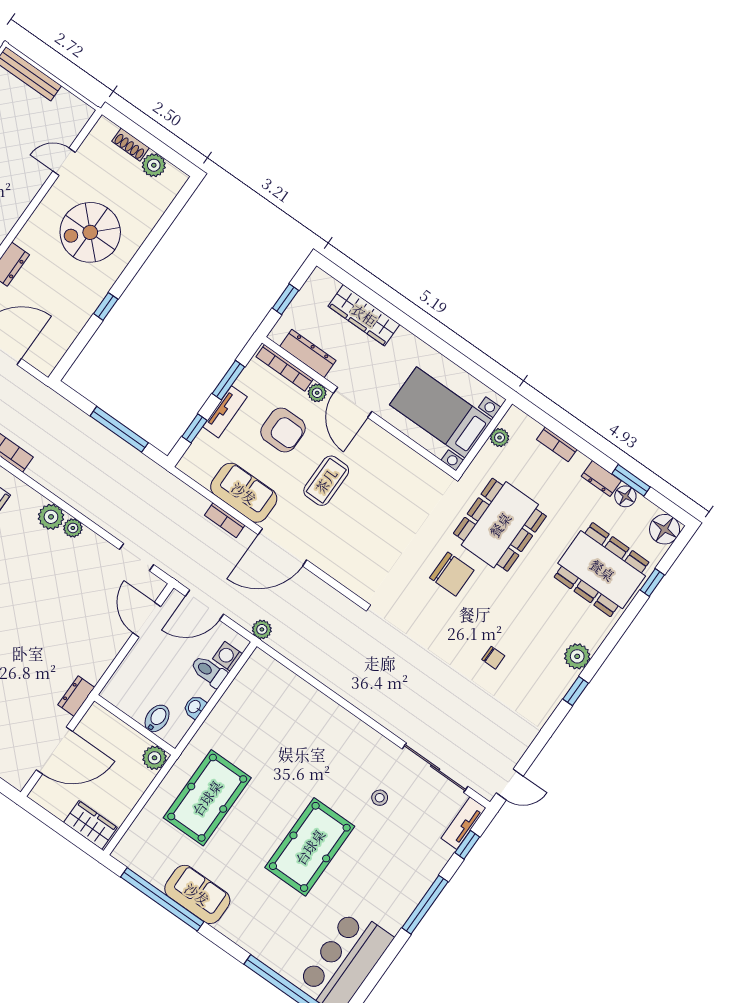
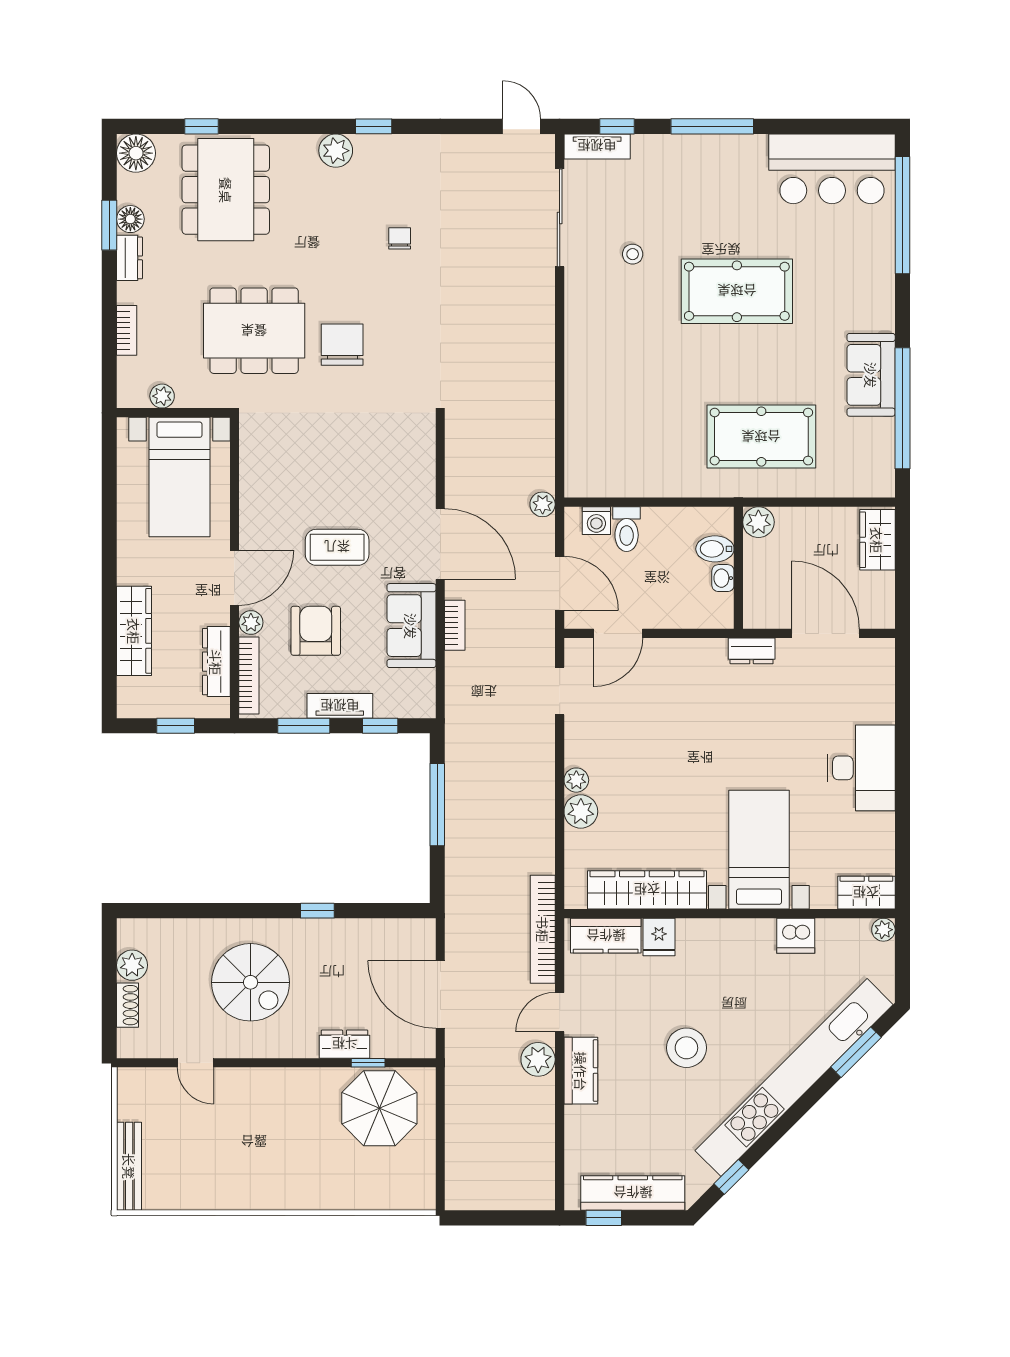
washbasin: (195, 707) -> (723, 578), moved, turned 90

